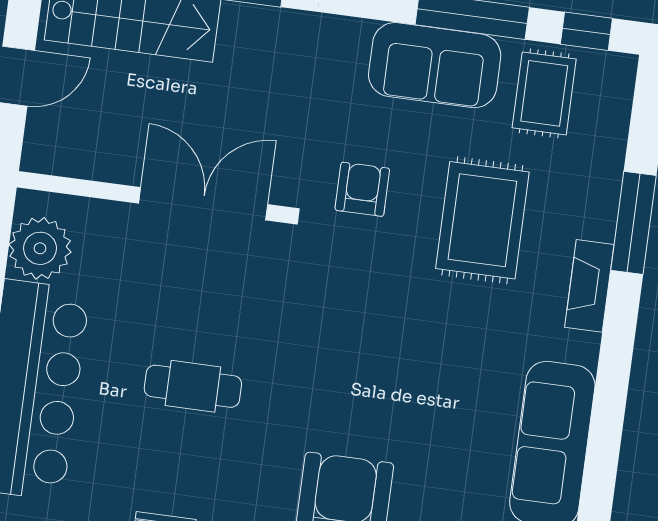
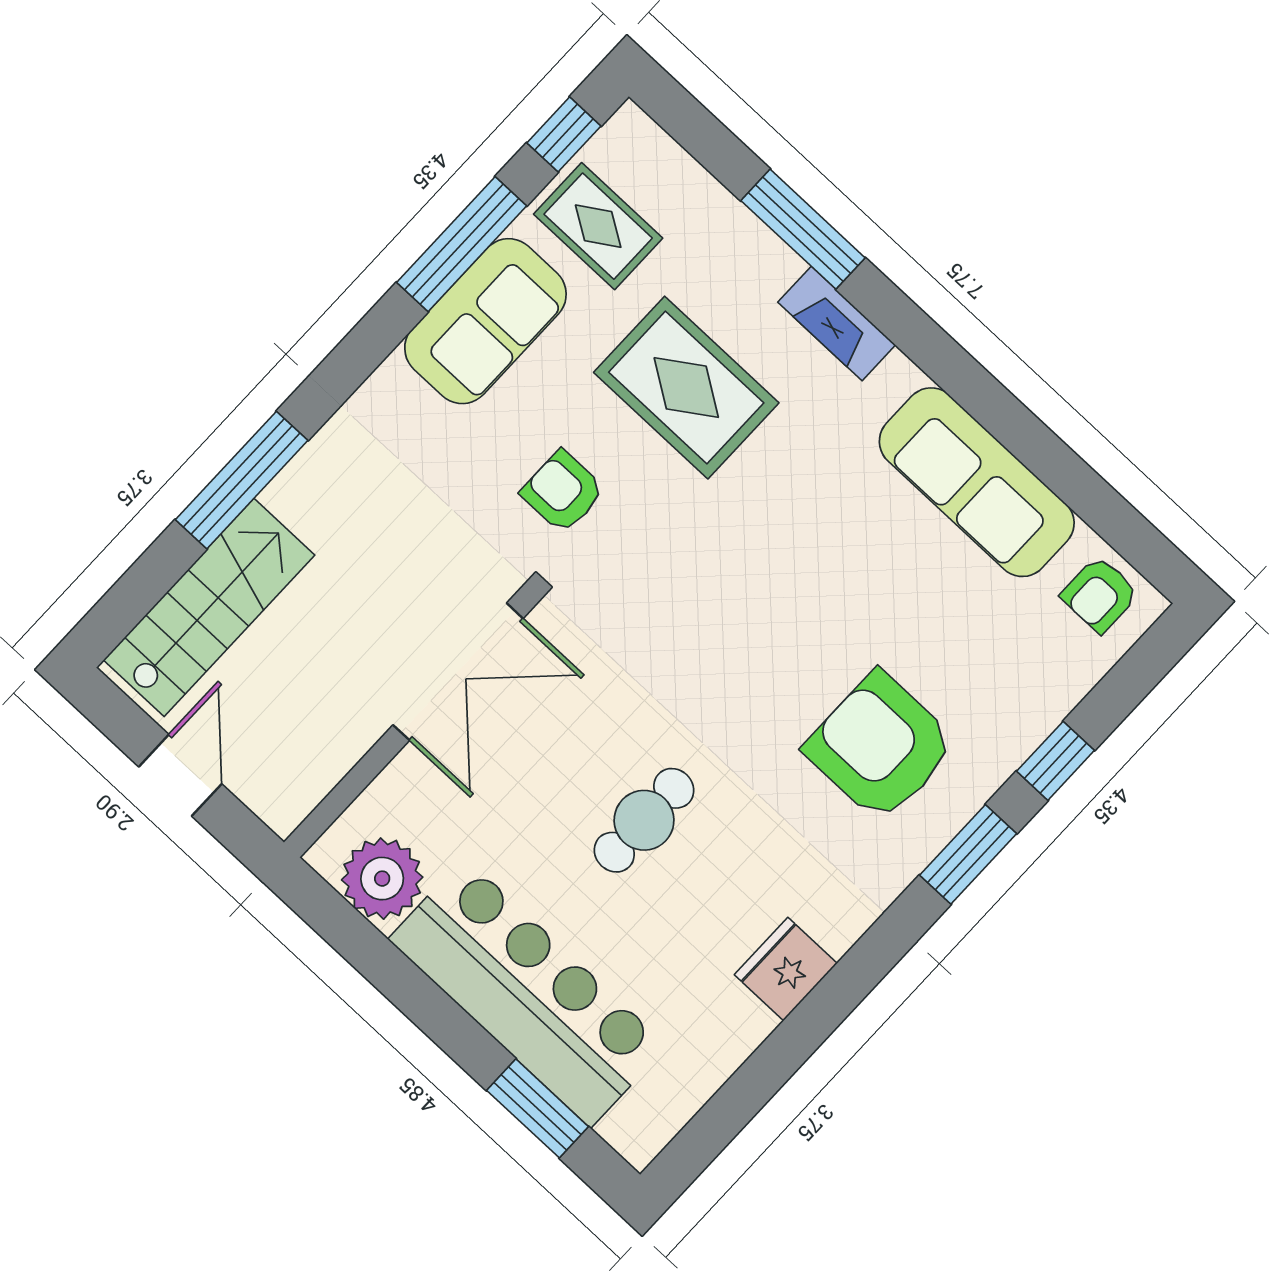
double door: (203, 204) -> (458, 672), swing flipped

